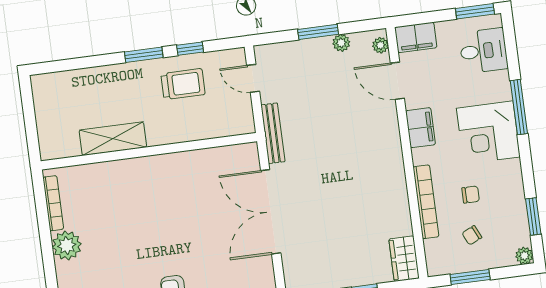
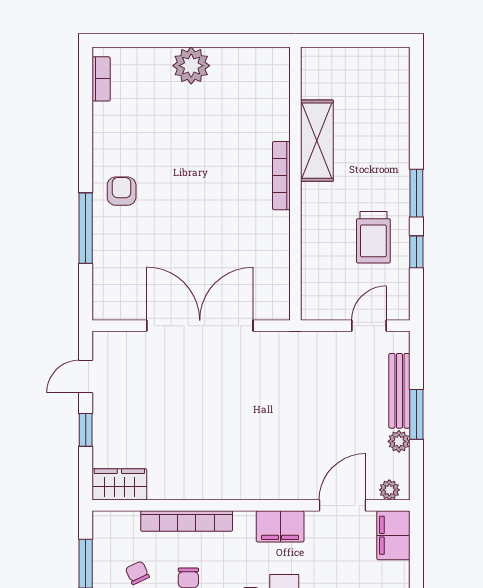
bench: (273, 133) -> (399, 391), moved, turned 90
bookcase: (53, 203) -> (281, 176), moved, turned 90

